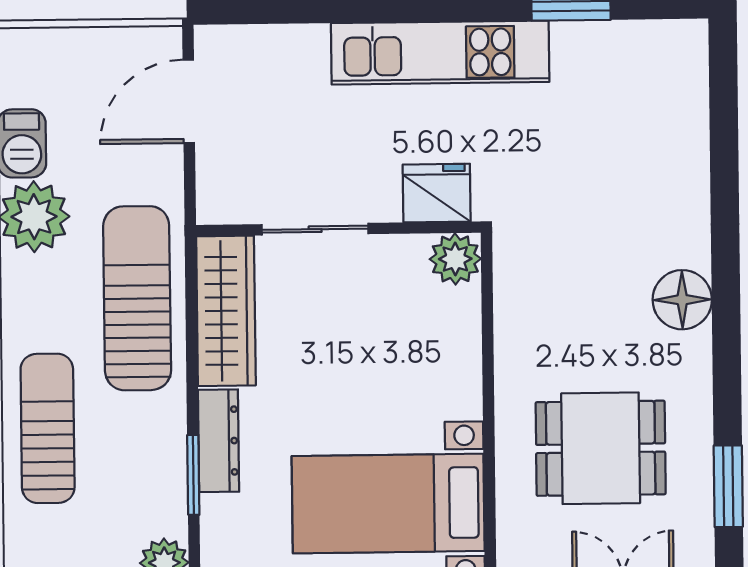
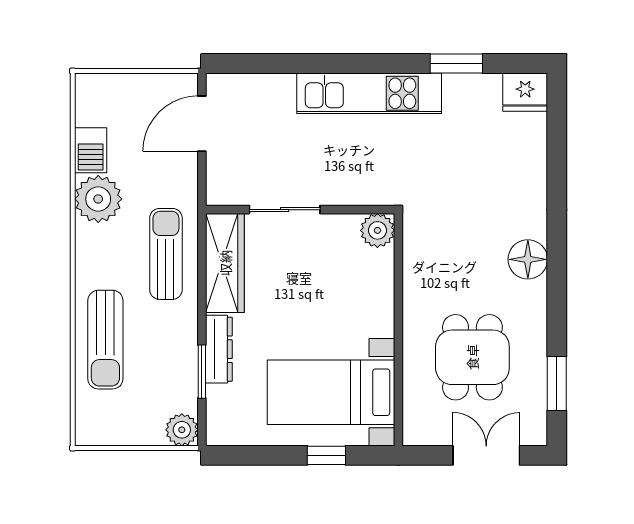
fridge: (437, 193) -> (525, 92), moved, turned 180
sun lounger: (137, 298) -> (166, 254), width x0.73, depth x0.75
sun lounger: (48, 428) -> (105, 340), turned 180
dining table: (601, 448) -> (472, 357), turned 90

